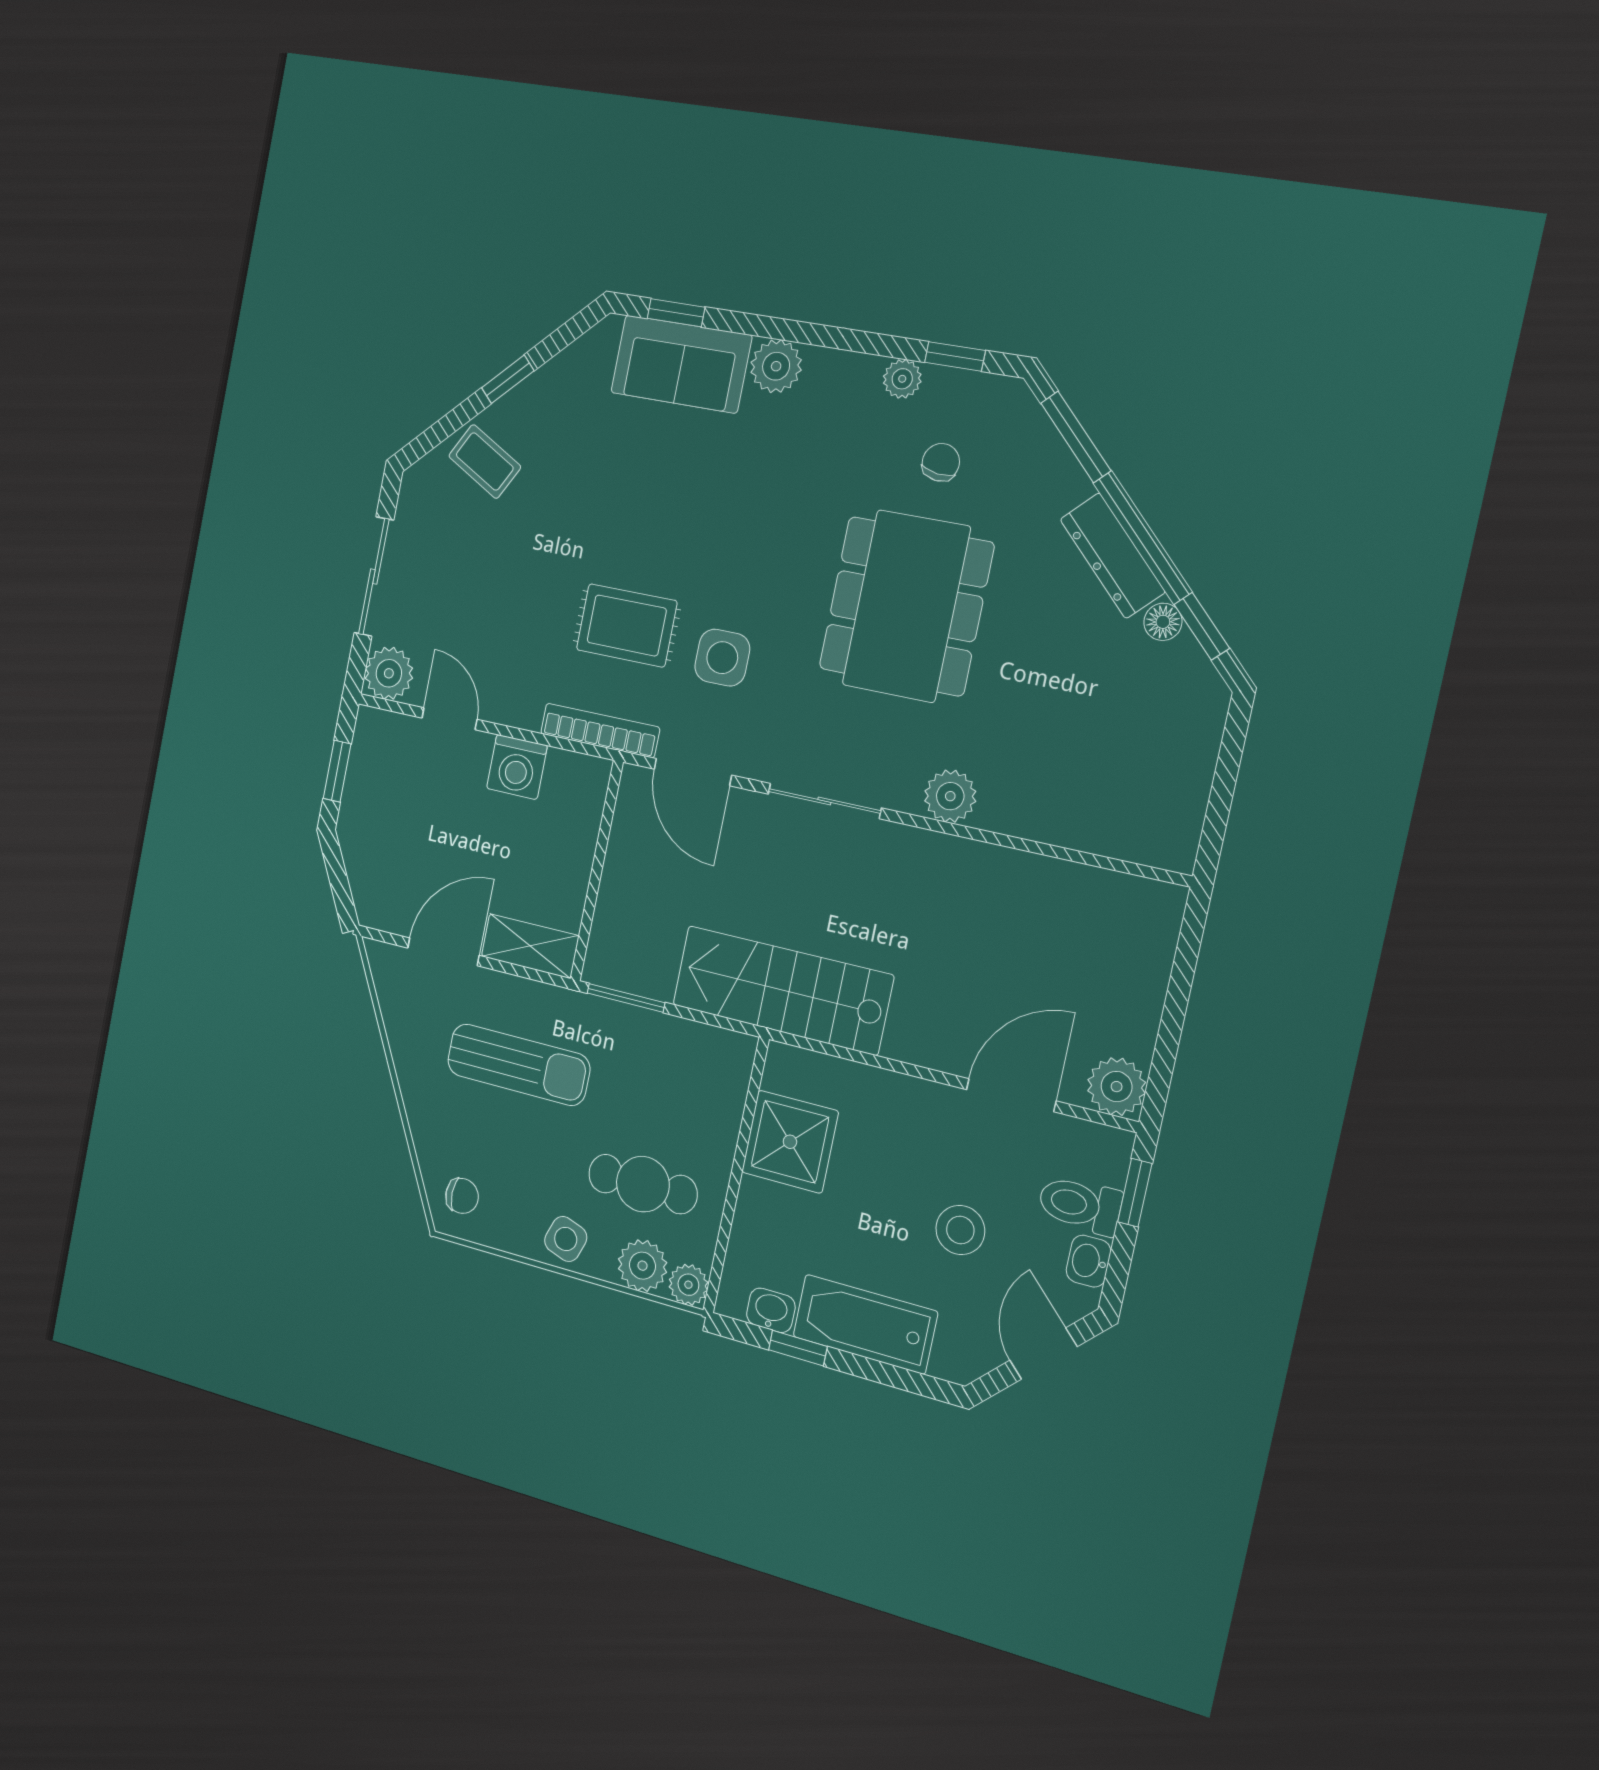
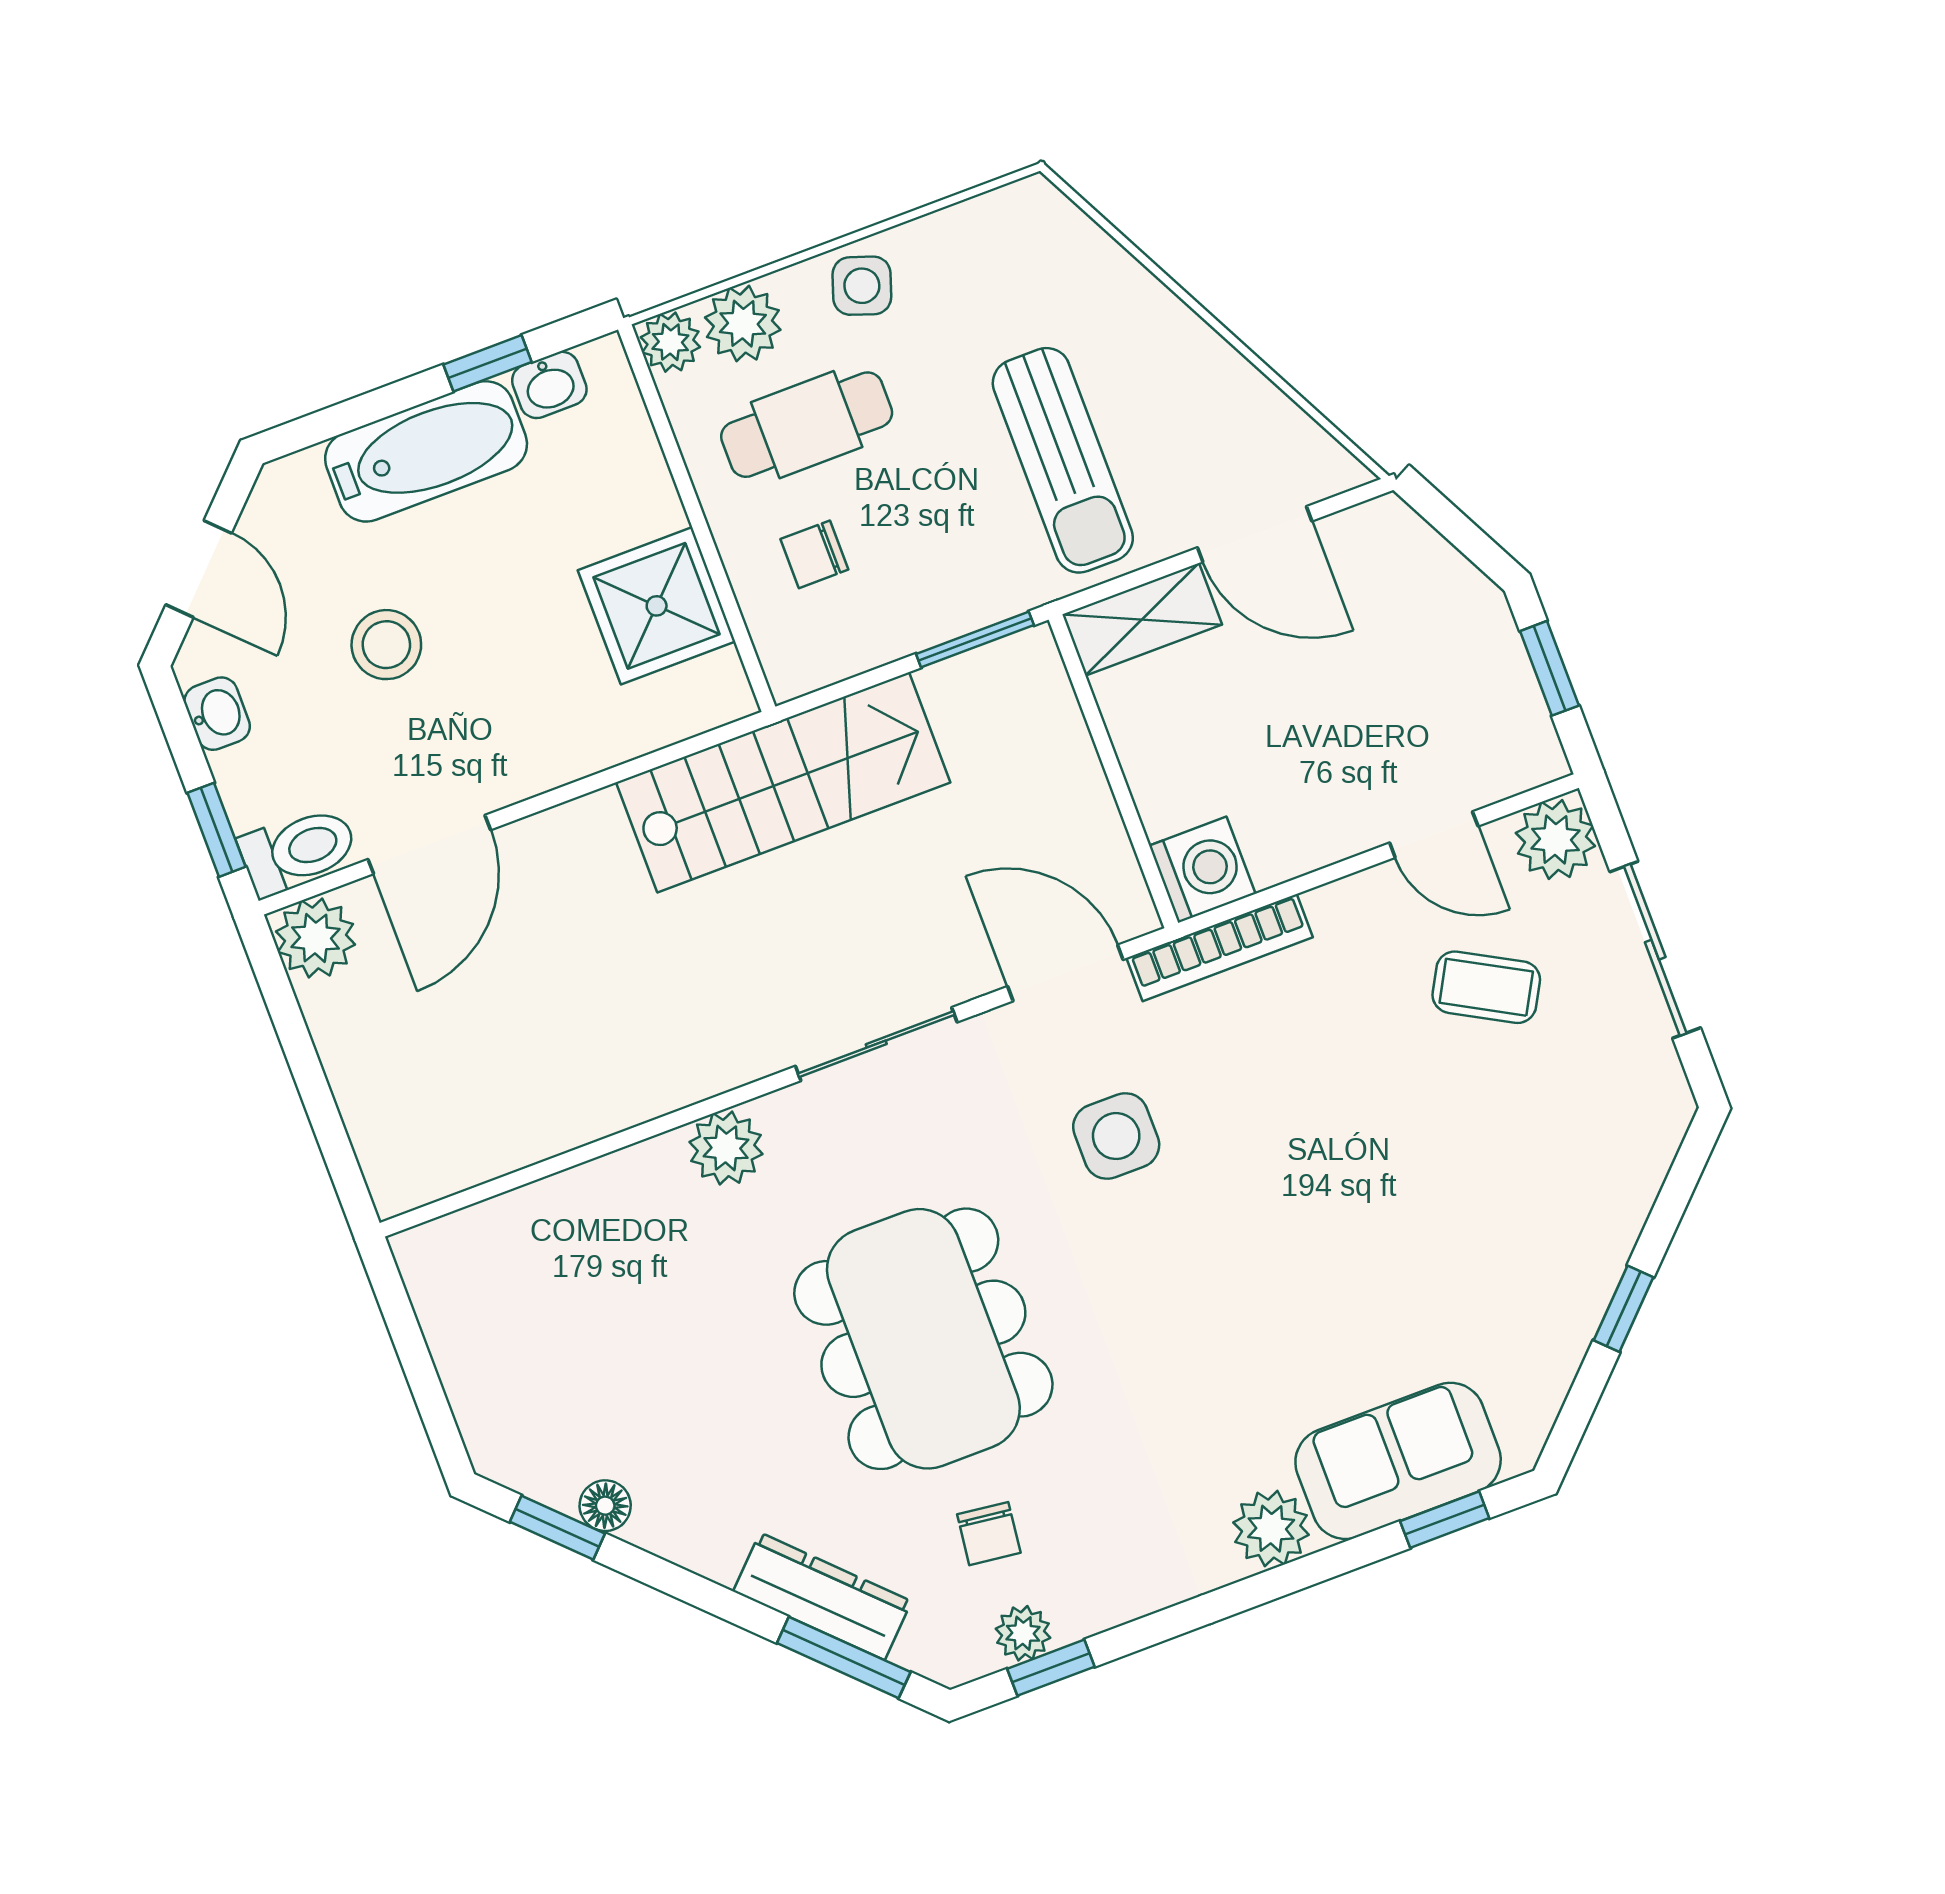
plant: (902, 379) -> (1023, 1633), moved
coffee table: (485, 461) -> (1486, 987), moved
dresser: (1113, 556) -> (822, 1596), moved
rug: (627, 625) -> (1267, 1099), removed
washing machine: (517, 767) -> (1202, 870), moved, turned 90
door: (443, 952) -> (1255, 534), hinge flipped
sun lounger: (518, 1065) -> (1063, 460), turned -90
chair: (462, 1196) -> (814, 554), moved
toilet: (1080, 1205) -> (298, 850), moved

